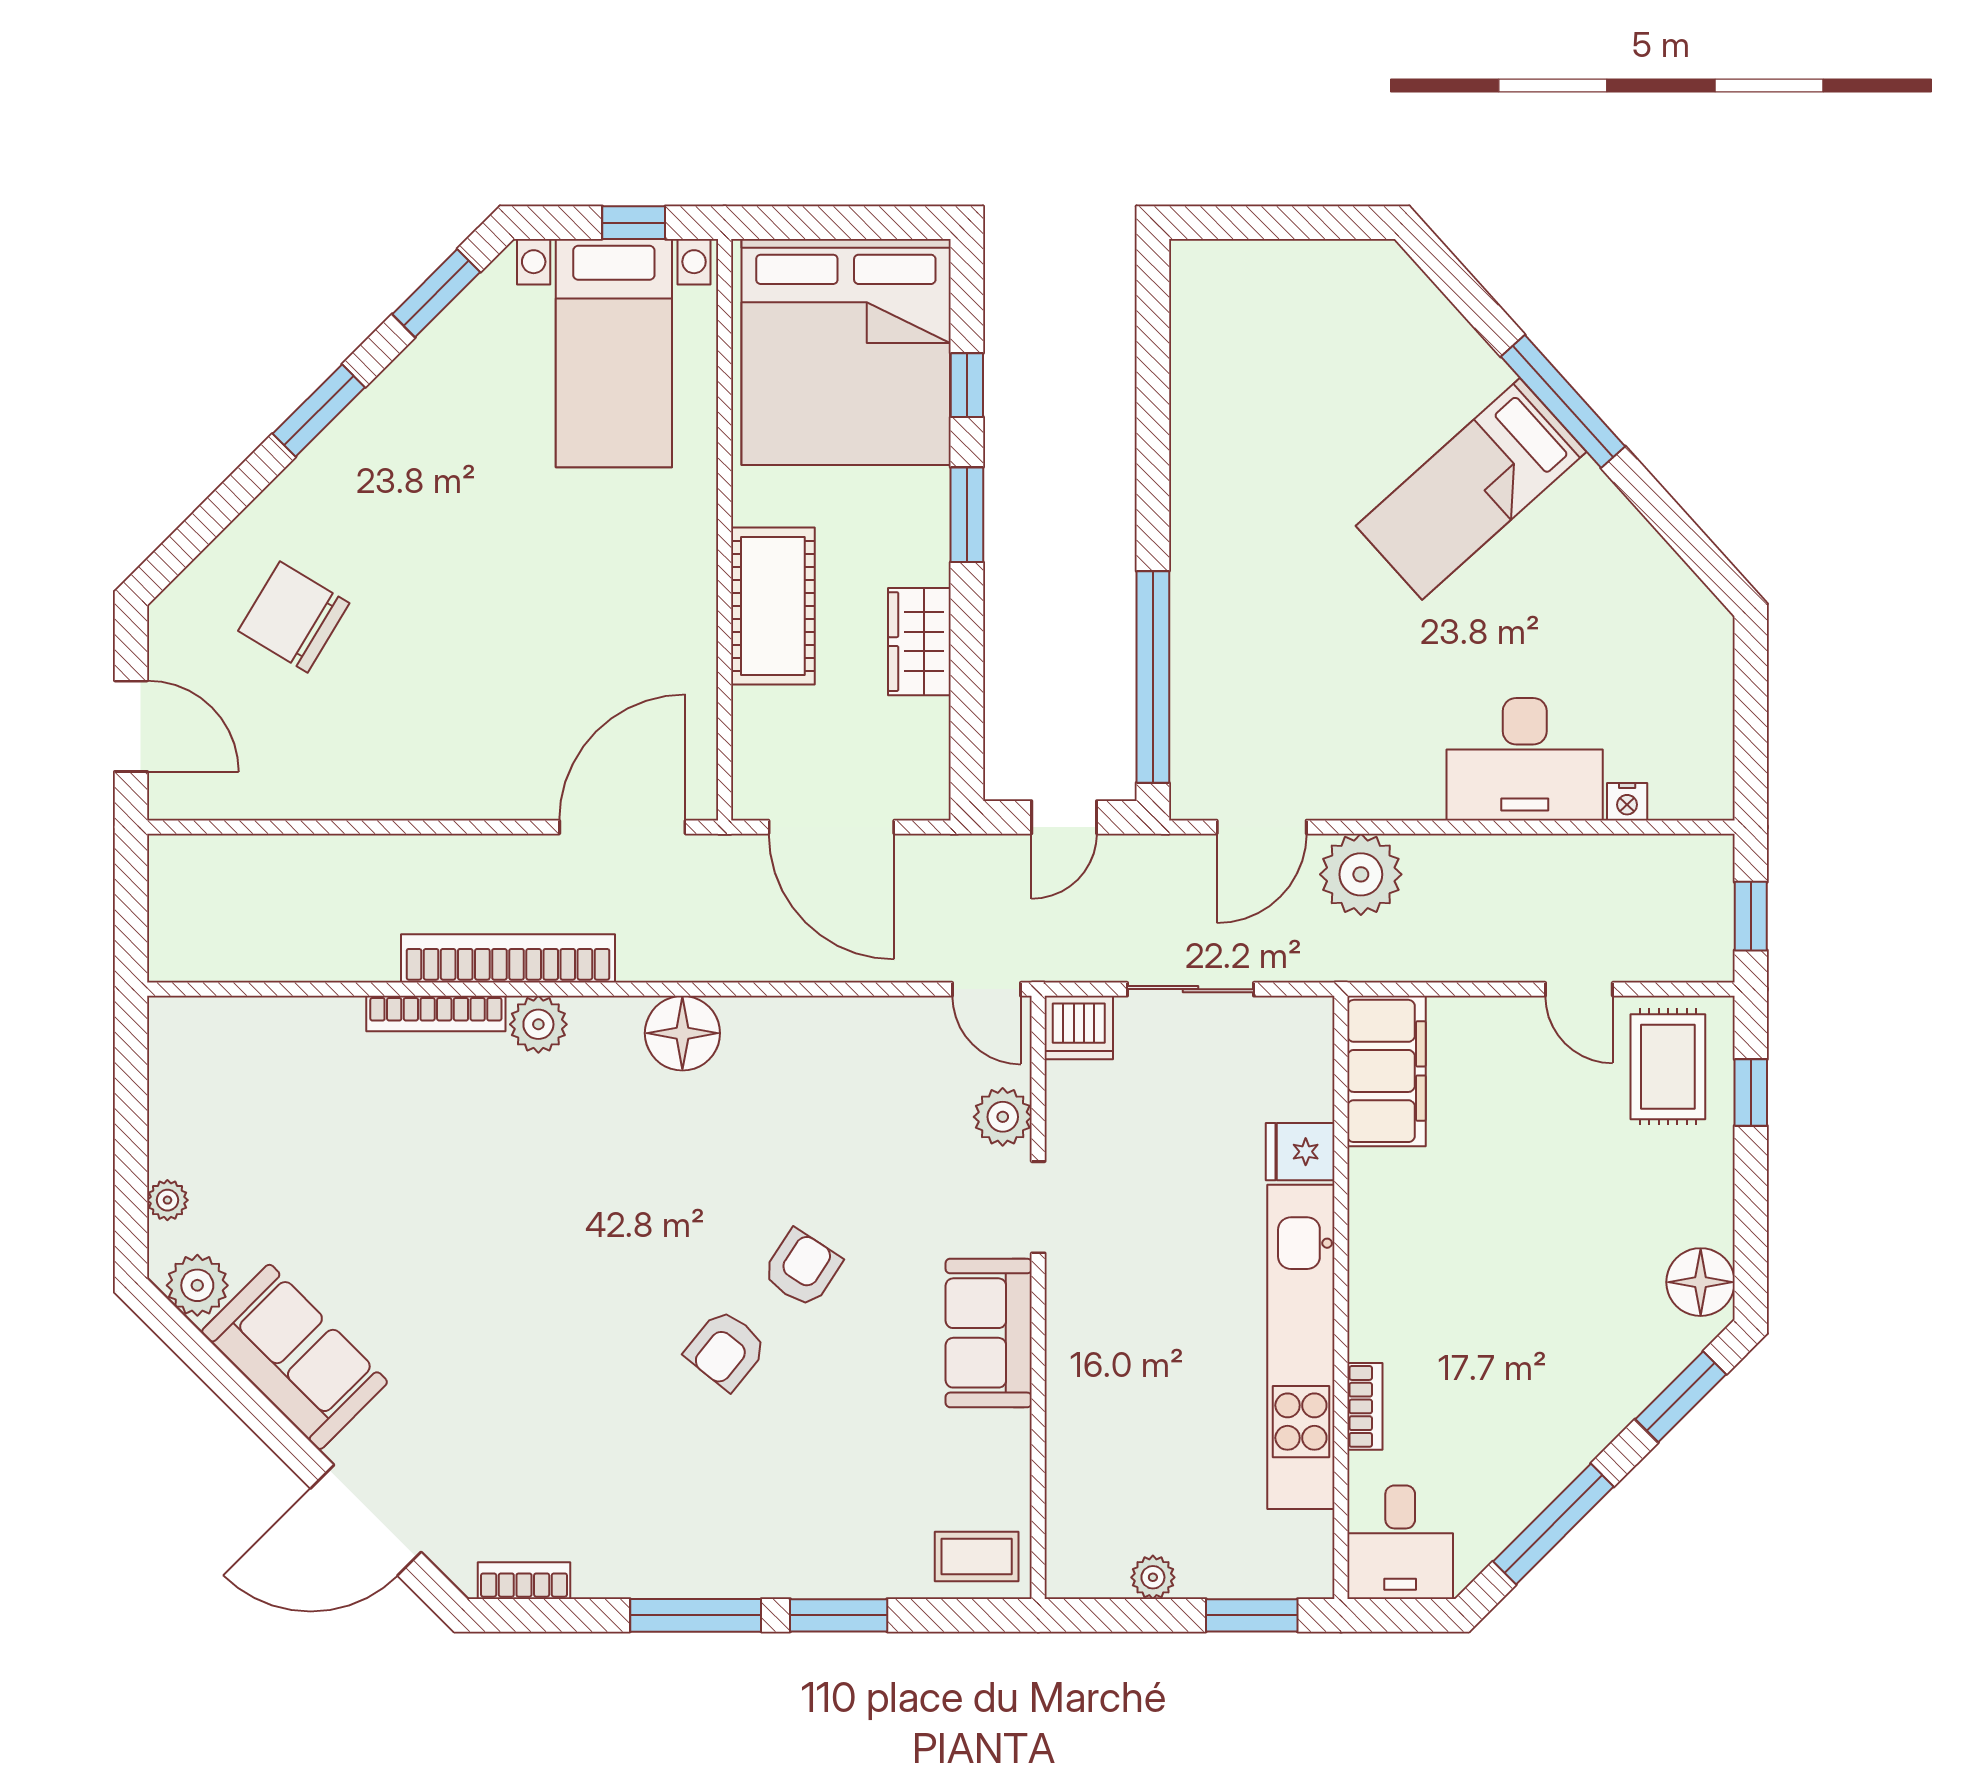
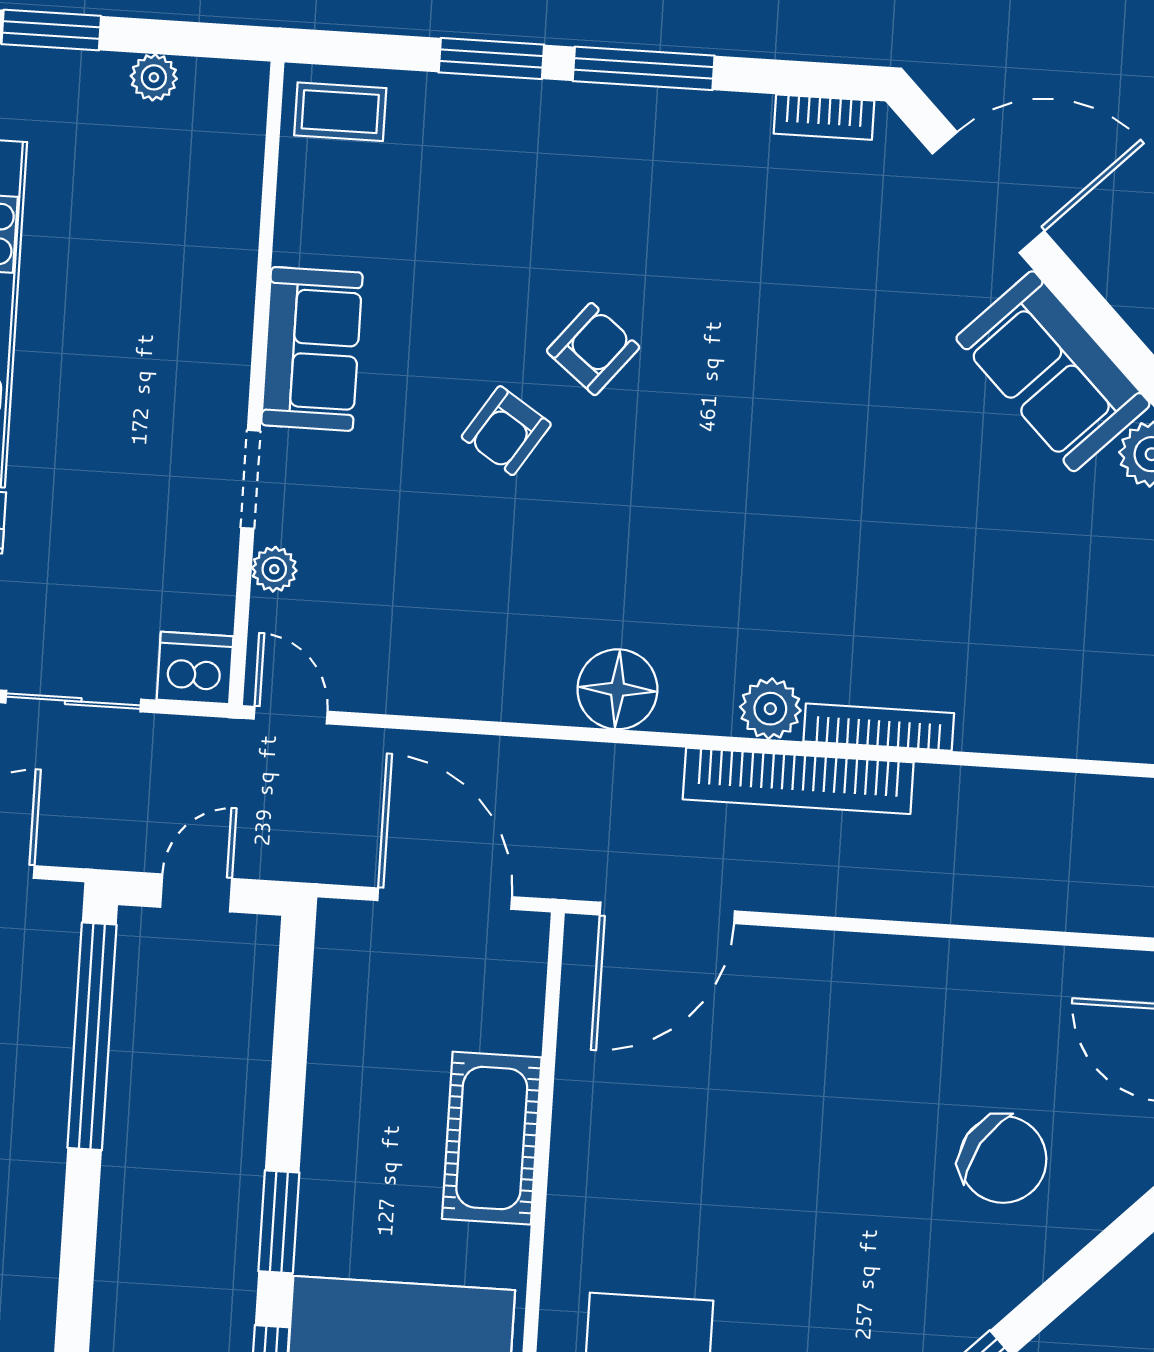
wardrobe: (919, 642) -> (338, 1090), removed
plant: (1003, 1117) -> (274, 569), width x0.73, depth x0.73

